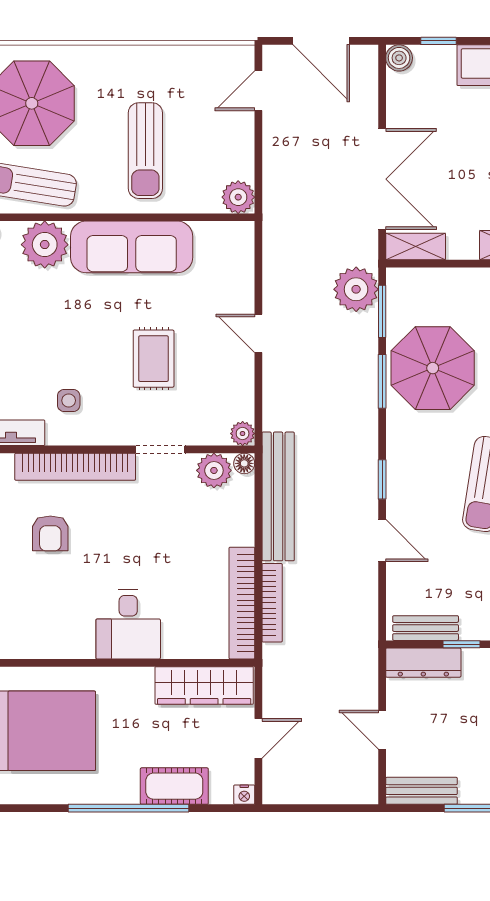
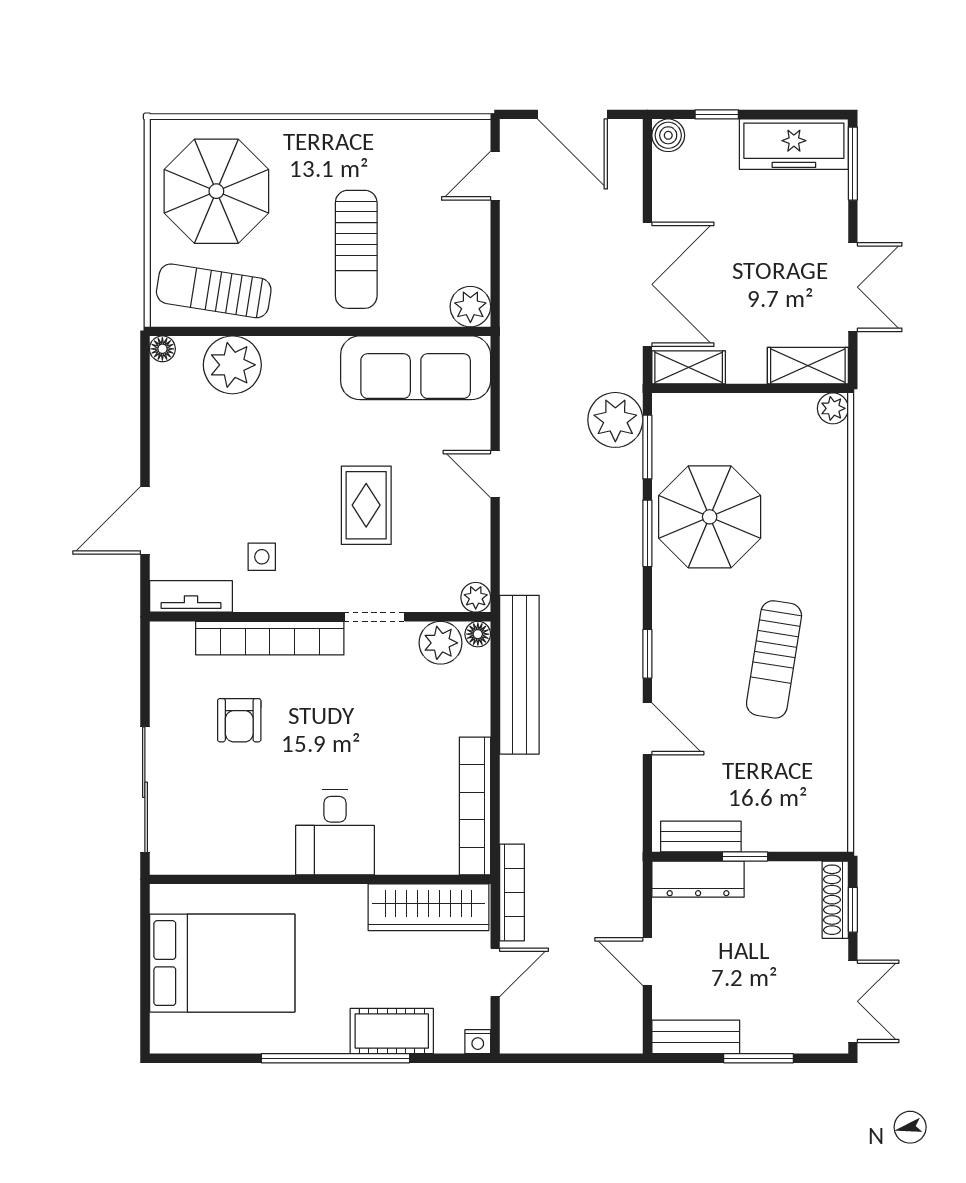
sofa: (132, 247) -> (416, 368), moved
bookcase: (272, 603) -> (512, 892), moved

